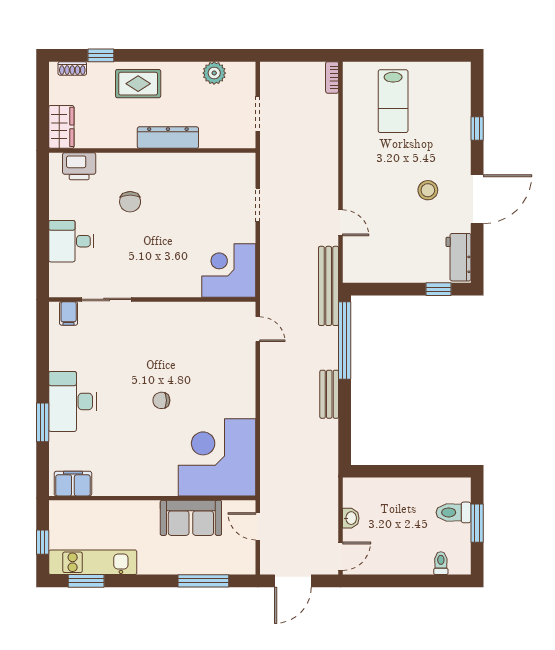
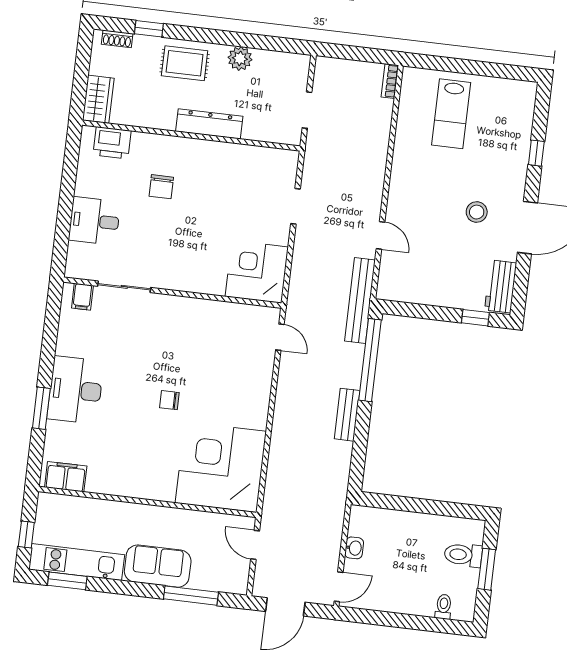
plant: (214, 73) -> (240, 58), moved
sofa: (191, 518) -> (158, 566), moved, turned 180

